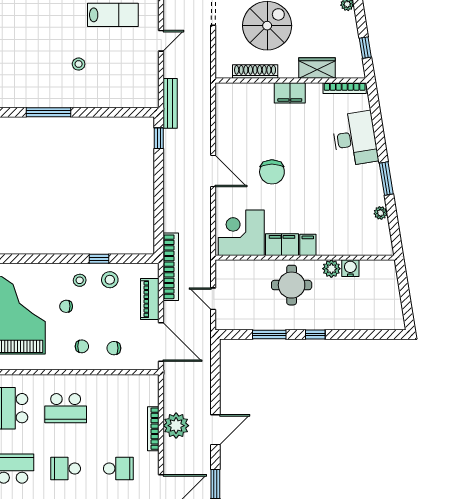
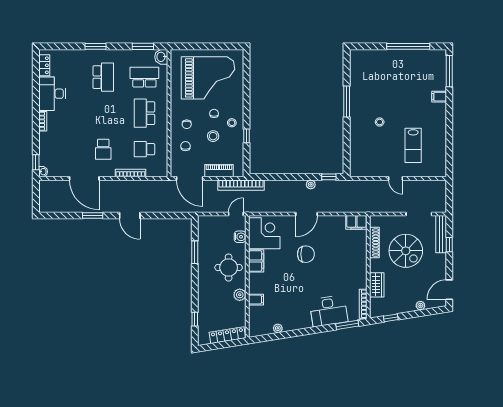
filing cabinet: (290, 93) -> (356, 222), moved, turned -90
bench: (170, 103) -> (353, 185), removed
chair: (272, 172) -> (306, 254), turned 180
window: (386, 178) -> (347, 325), moved
filing cabinet: (308, 245) -> (256, 300), moved
water cooler: (350, 268) -> (240, 237), moved
stool: (110, 280) -> (213, 136), moved
locker: (391, 287) -> (227, 335), added
door: (213, 299) -> (236, 214), moved
window: (315, 335) -> (195, 319), moved
door: (161, 342) -> (190, 178), hinge flipped
plant: (176, 426) -> (311, 184), moved, width x0.53, depth x0.53
school desk: (66, 469) -> (144, 149), moved, turned -90

